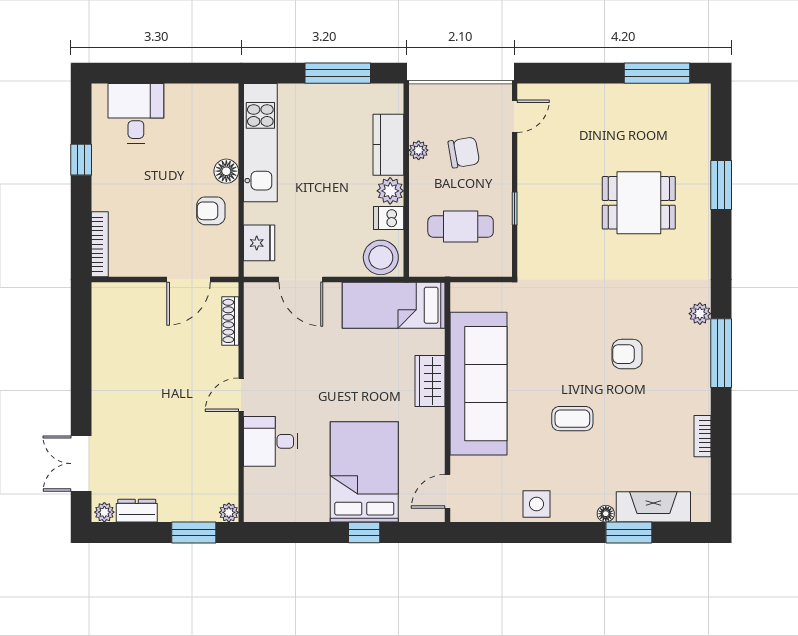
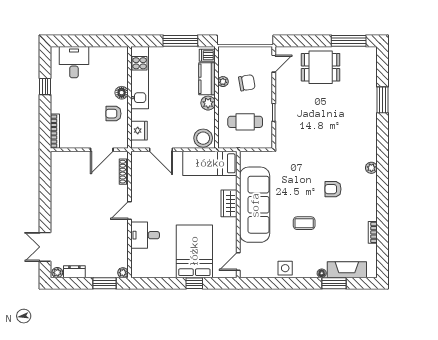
dining table: (639, 203) -> (321, 67), moved
dishwasher: (389, 218) -> (207, 55), moved
window: (721, 353) -> (383, 189), removed

